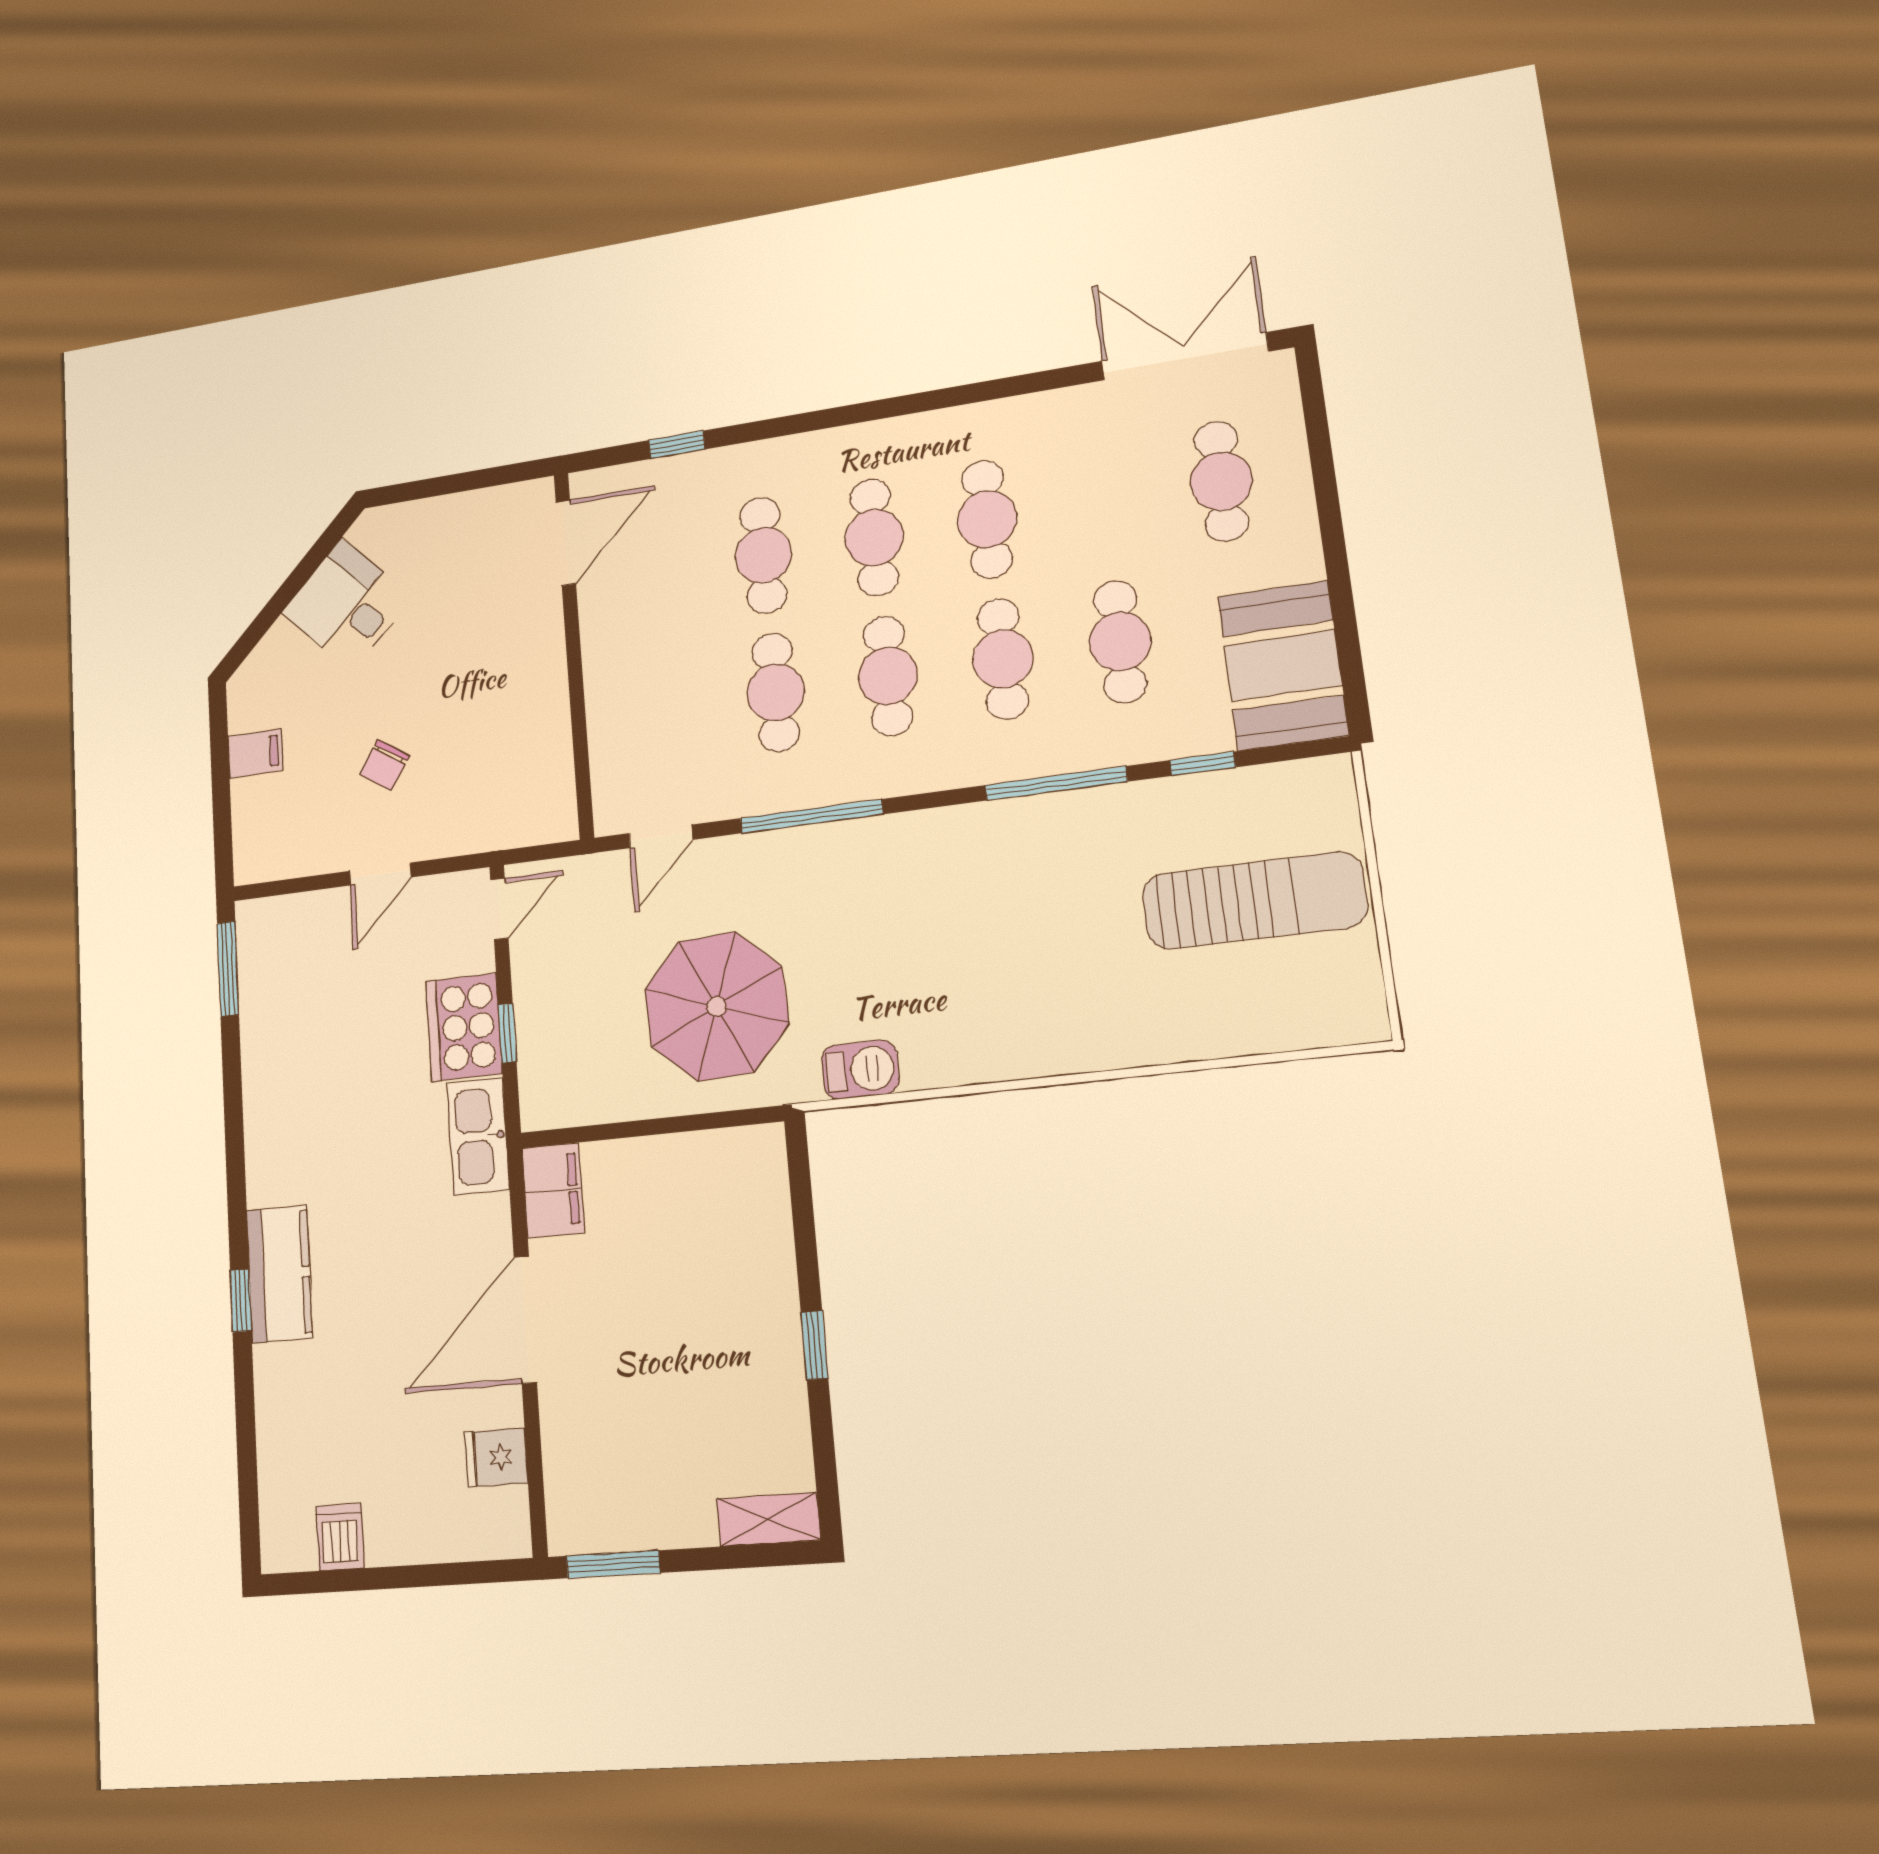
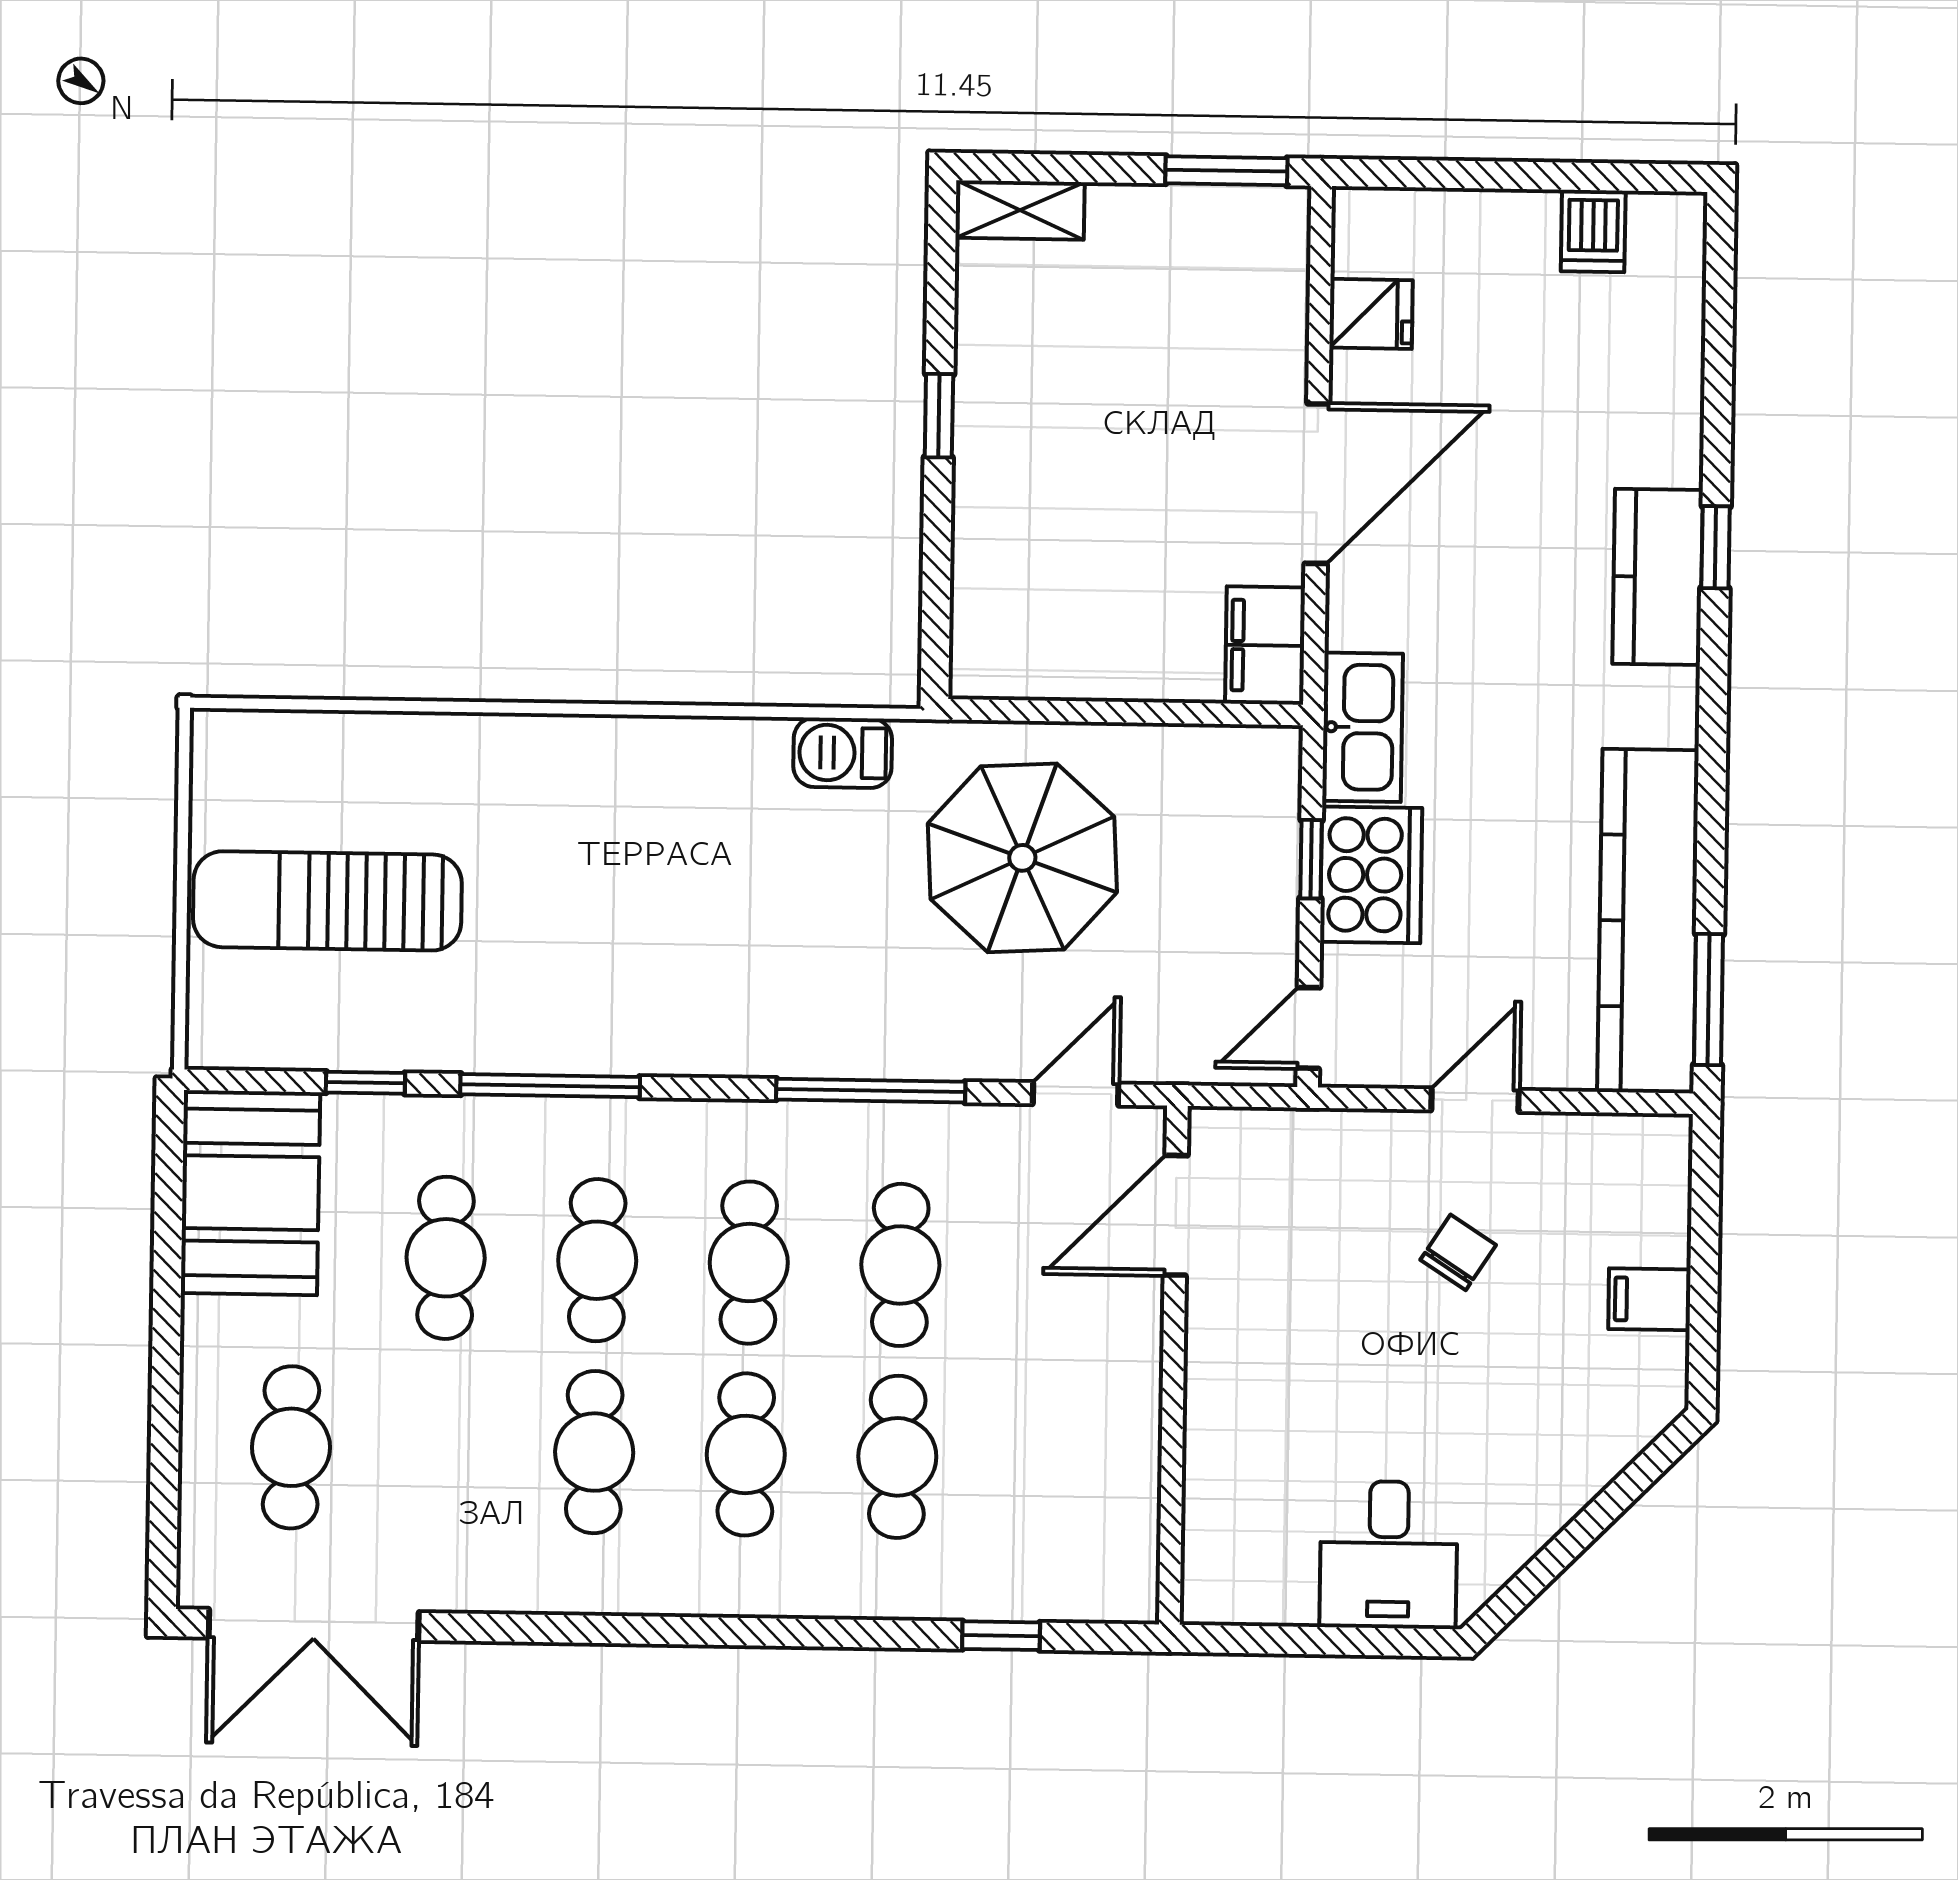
door: (566, 543) -> (1176, 1215), moved
desk: (347, 605) -> (1389, 1555), moved, turned 45
kitchen counter: (271, 1019) -> (1648, 921), added

